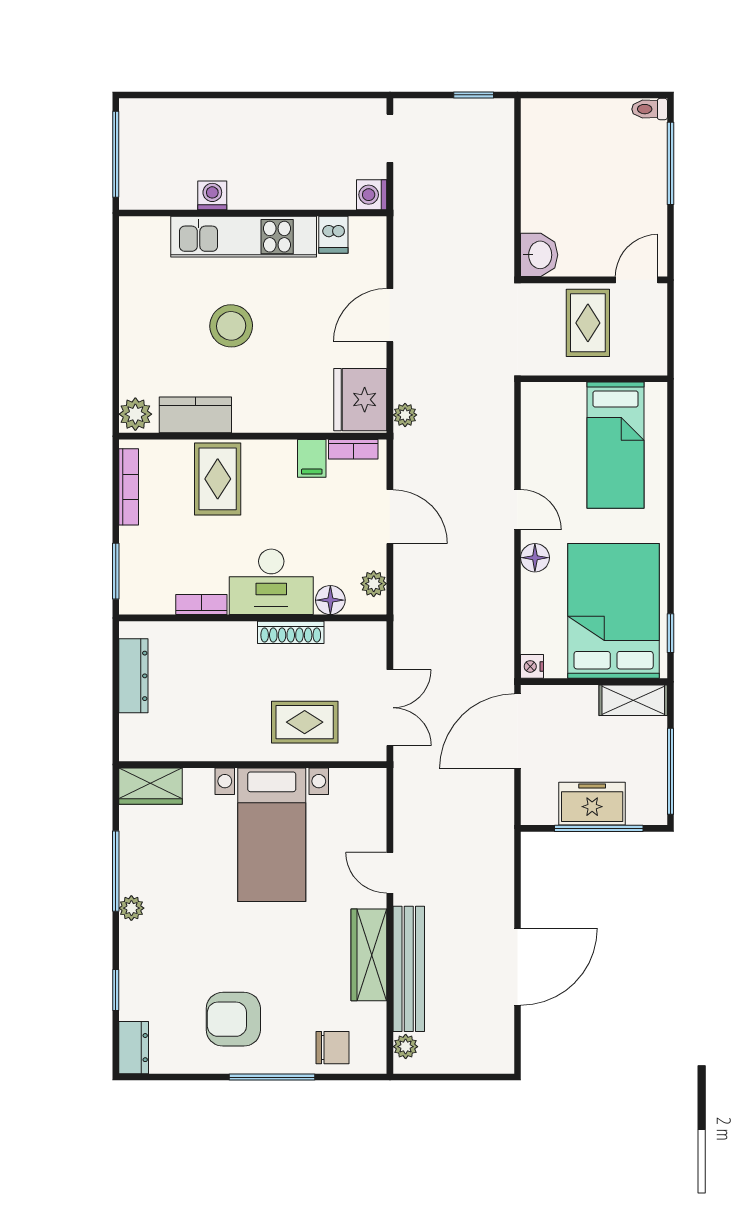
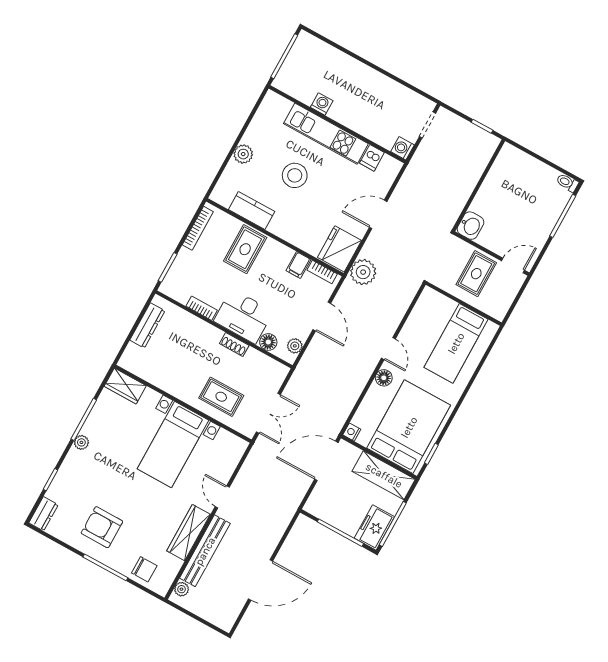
plant: (135, 414) -> (243, 154), moved
plant: (405, 415) -> (363, 272), width x1.88, depth x1.88
shoe rack: (291, 632) -> (234, 345), width x0.70
shelving: (633, 700) -> (384, 475), width x1.50, depth x1.33
freezer: (592, 804) -> (374, 527), moved, turned -90

